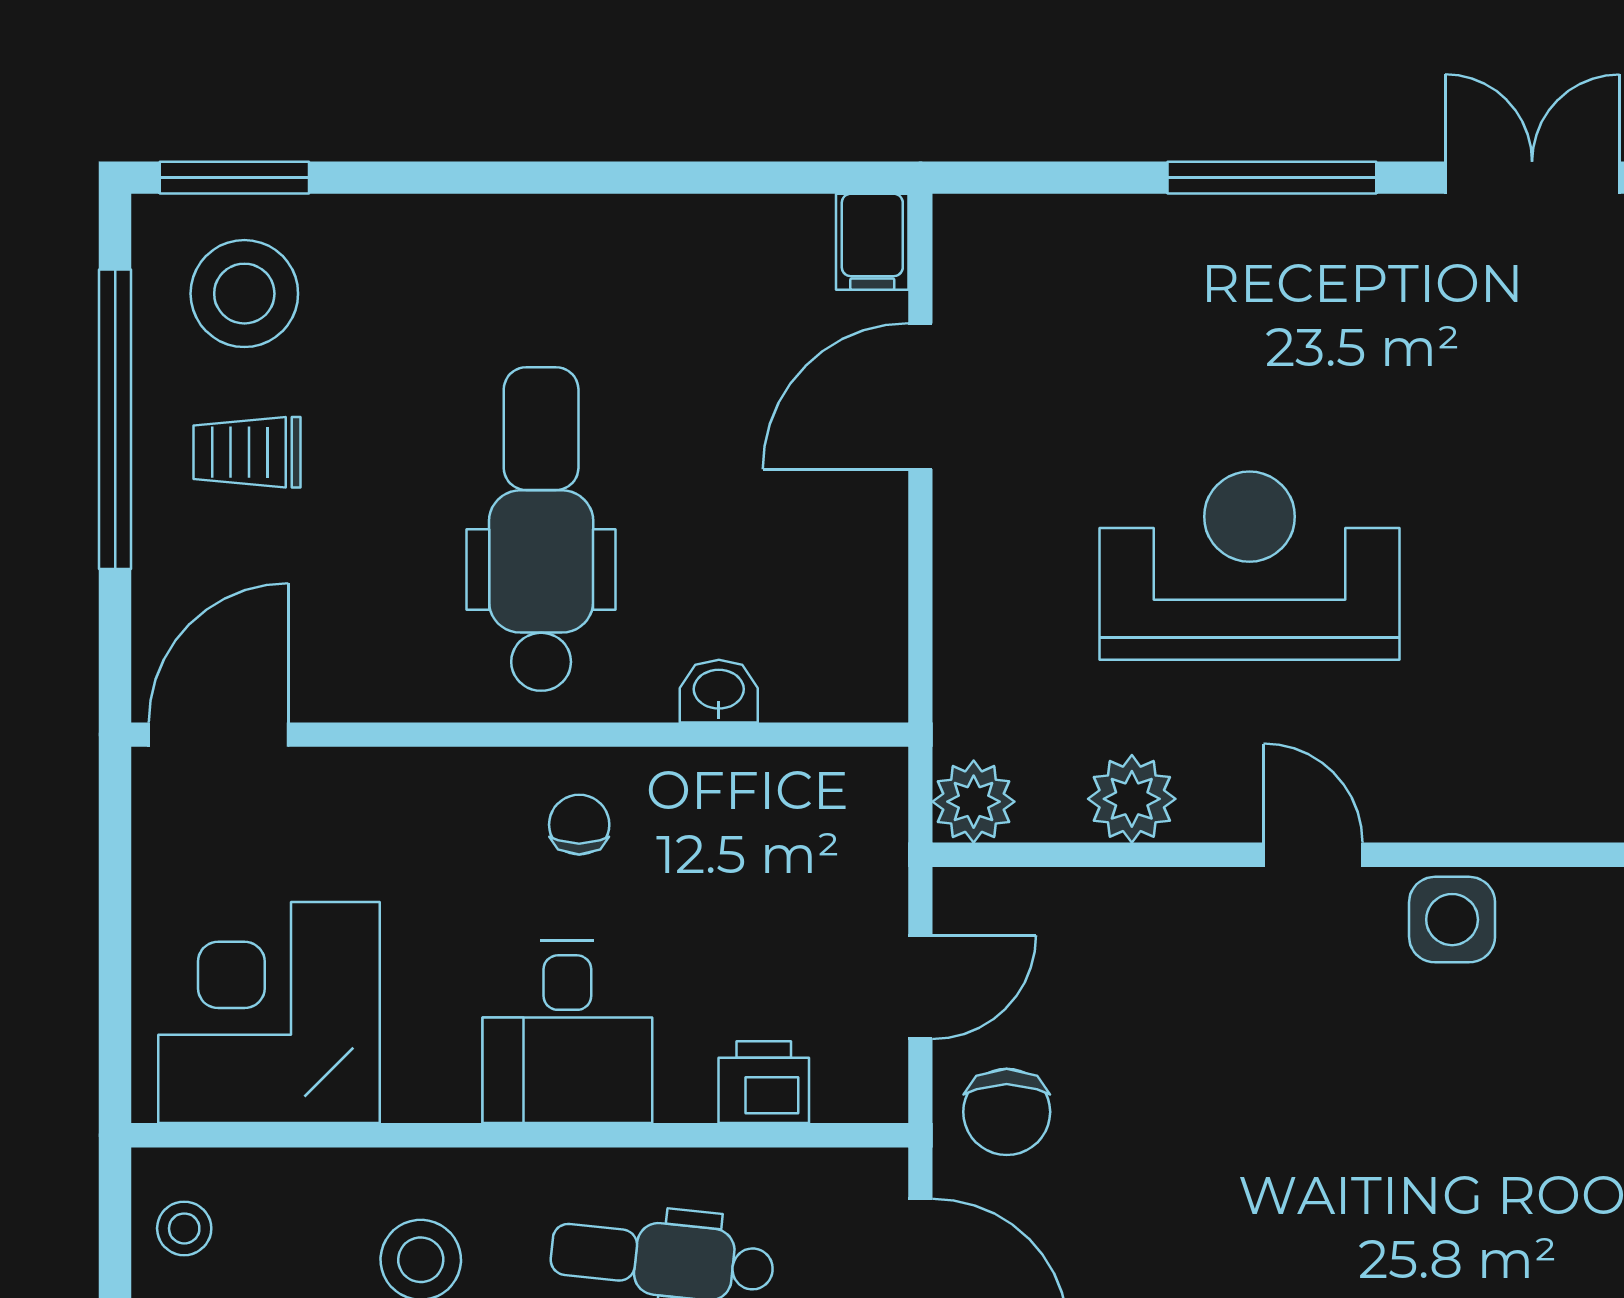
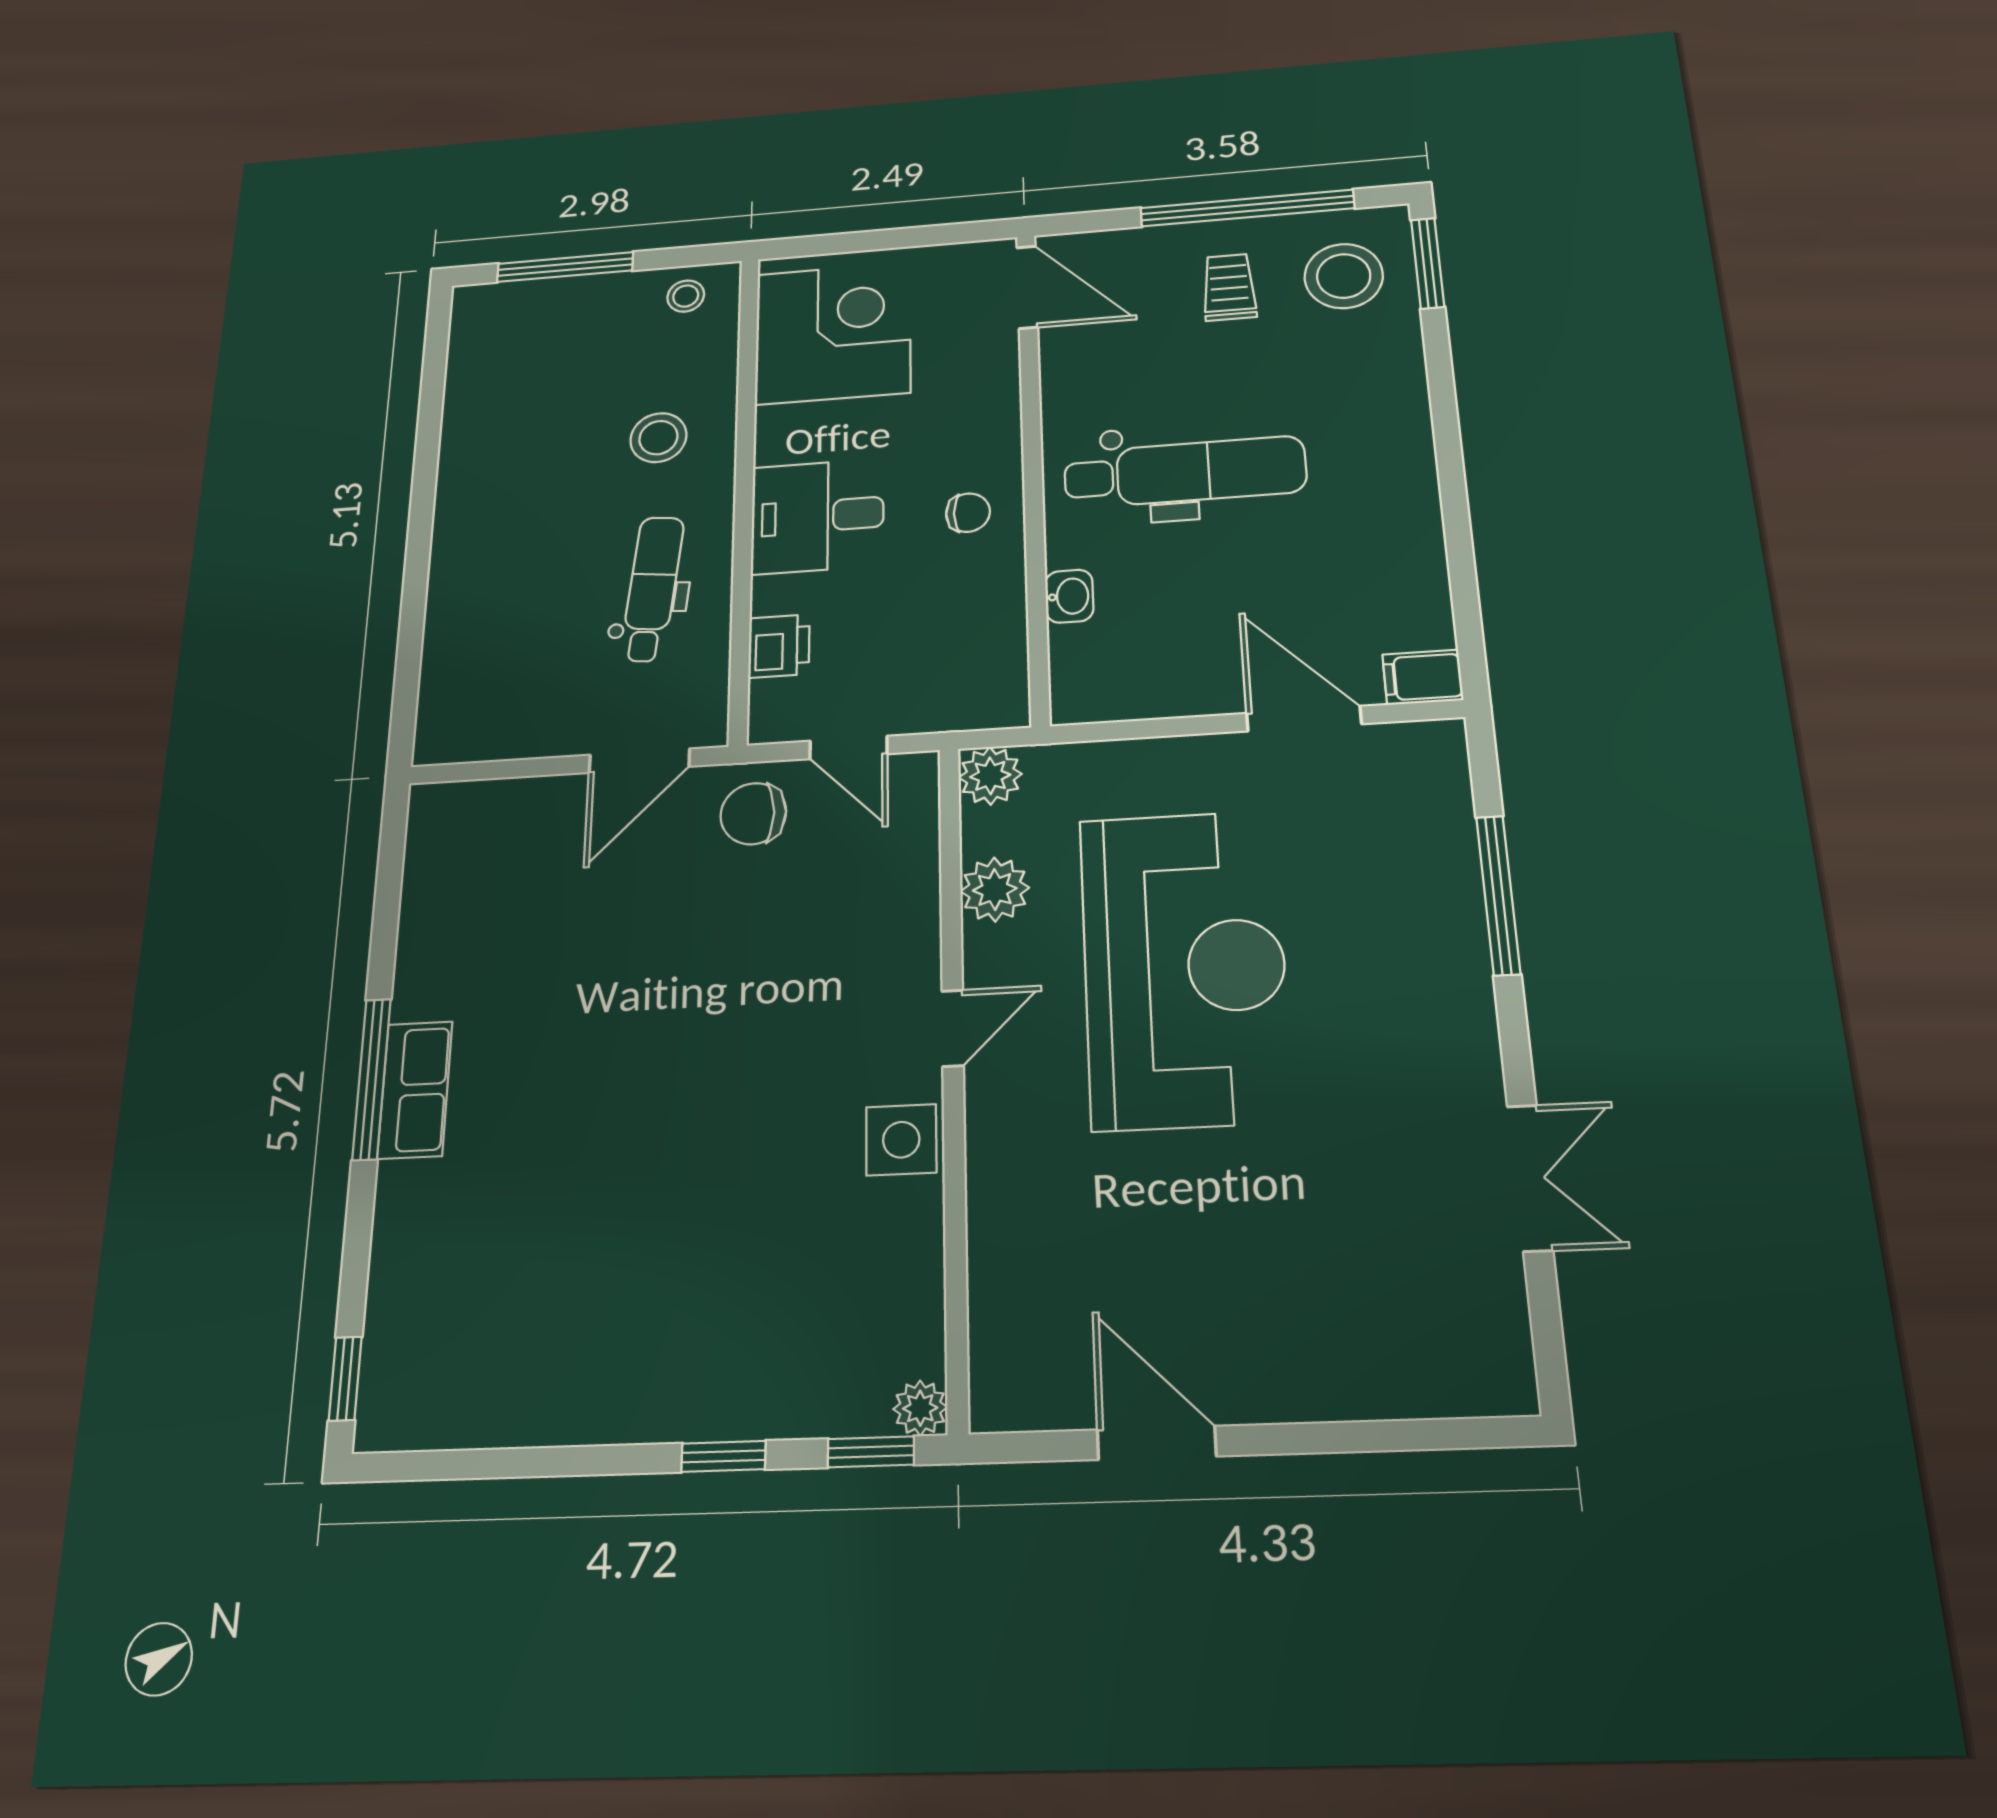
window: (1272, 178) -> (1498, 895), moved
reception desk: (1250, 566) -> (1185, 968), width x1.36, depth x1.30

